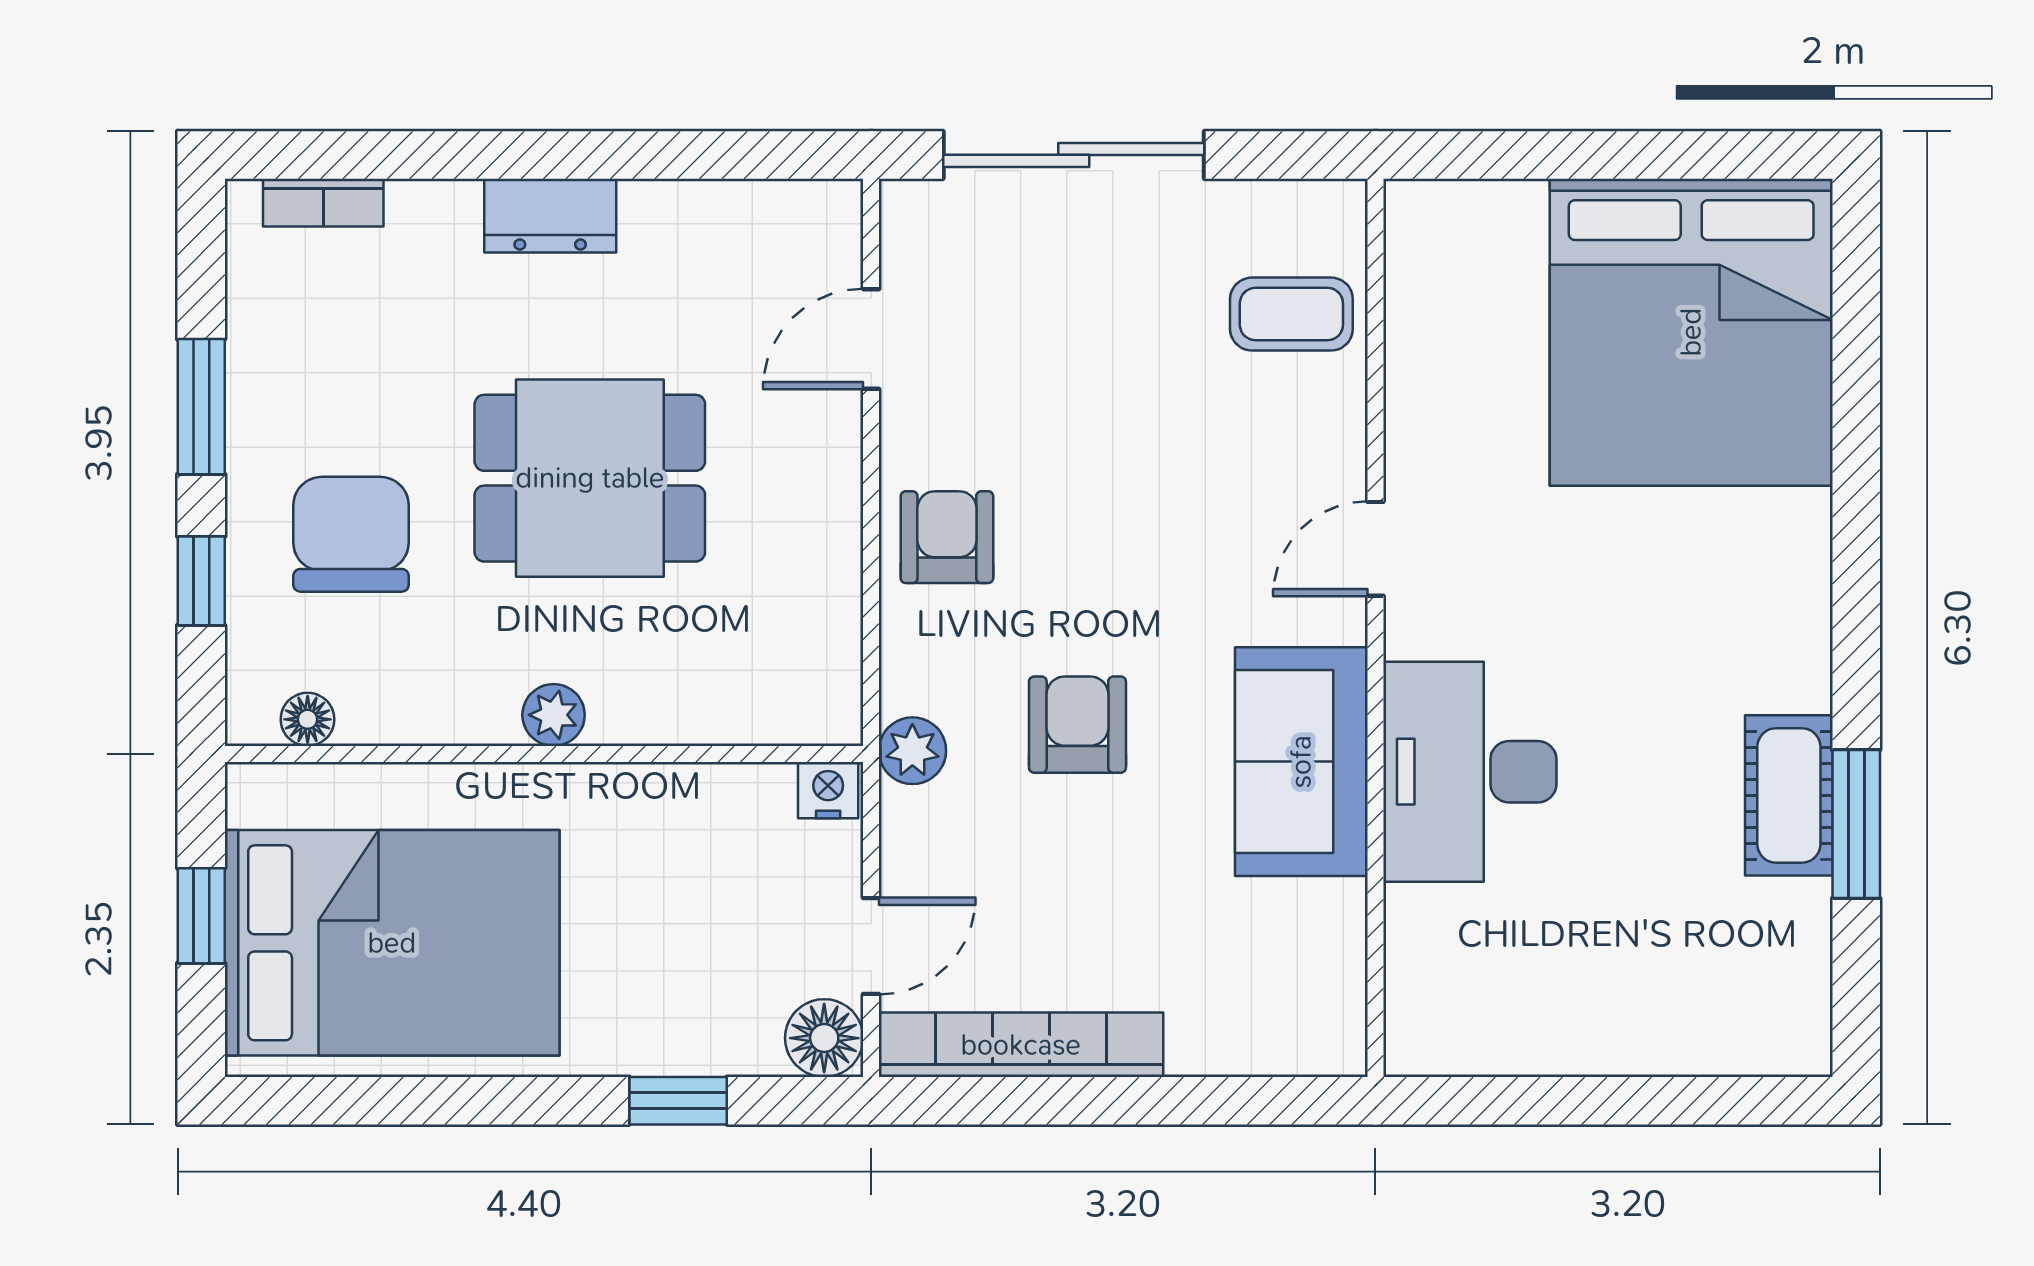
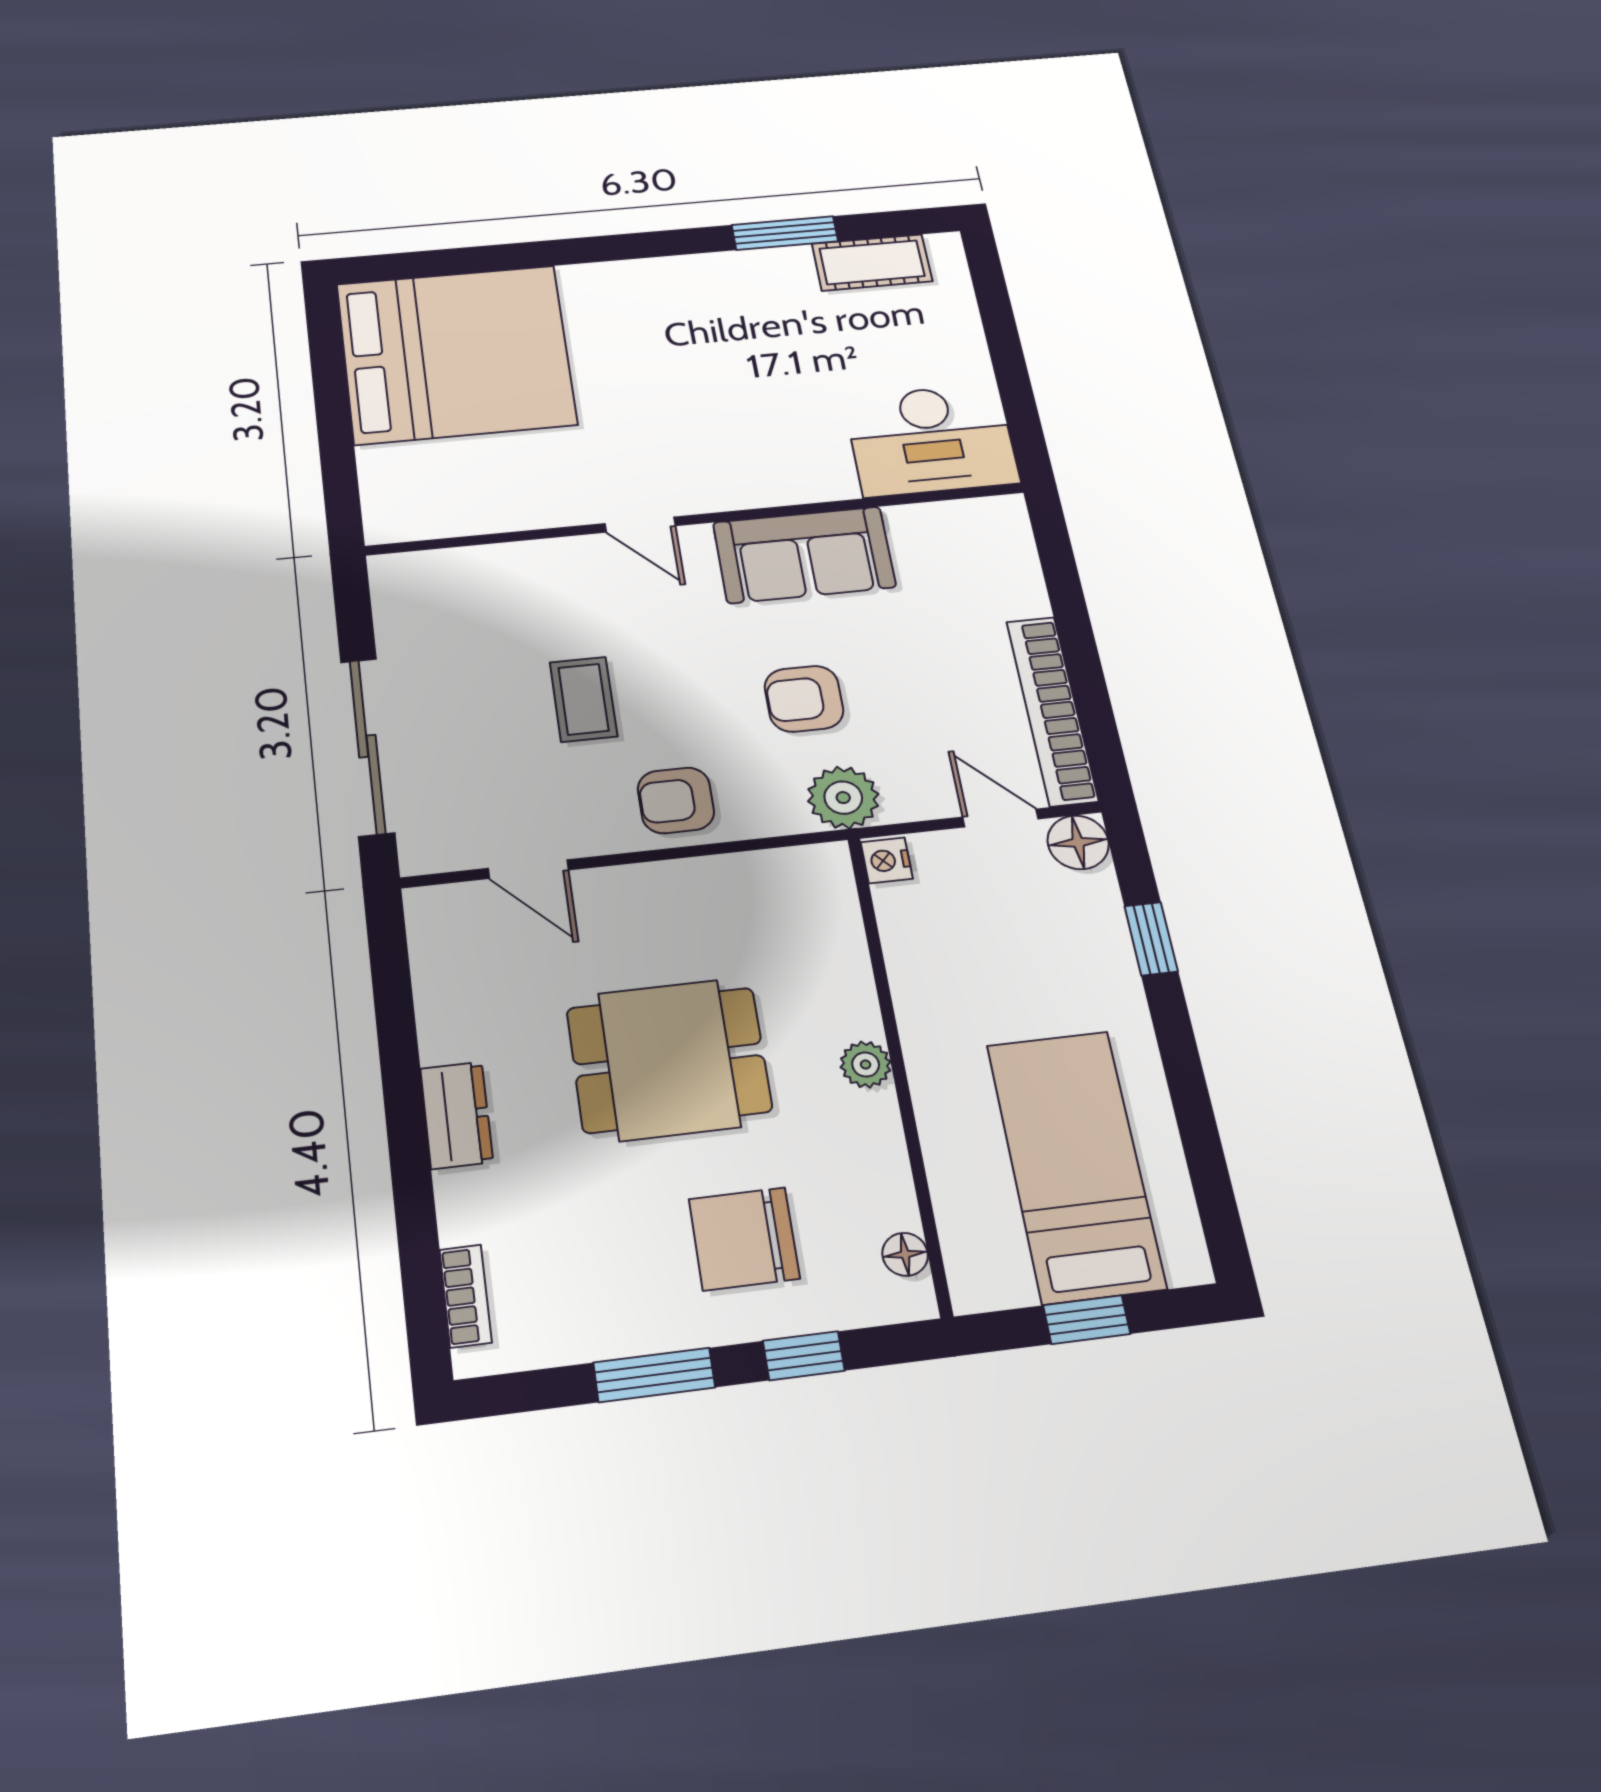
coffee table: (1291, 314) -> (583, 699), moved
dining table: (590, 478) -> (669, 1060), turned 90
plant: (912, 751) -> (843, 798), width x1.38, depth x1.38
desk: (1470, 772) -> (931, 440), moved
cot: (1789, 795) -> (872, 262), moved
bed: (392, 943) -> (1075, 1165), width x0.67

